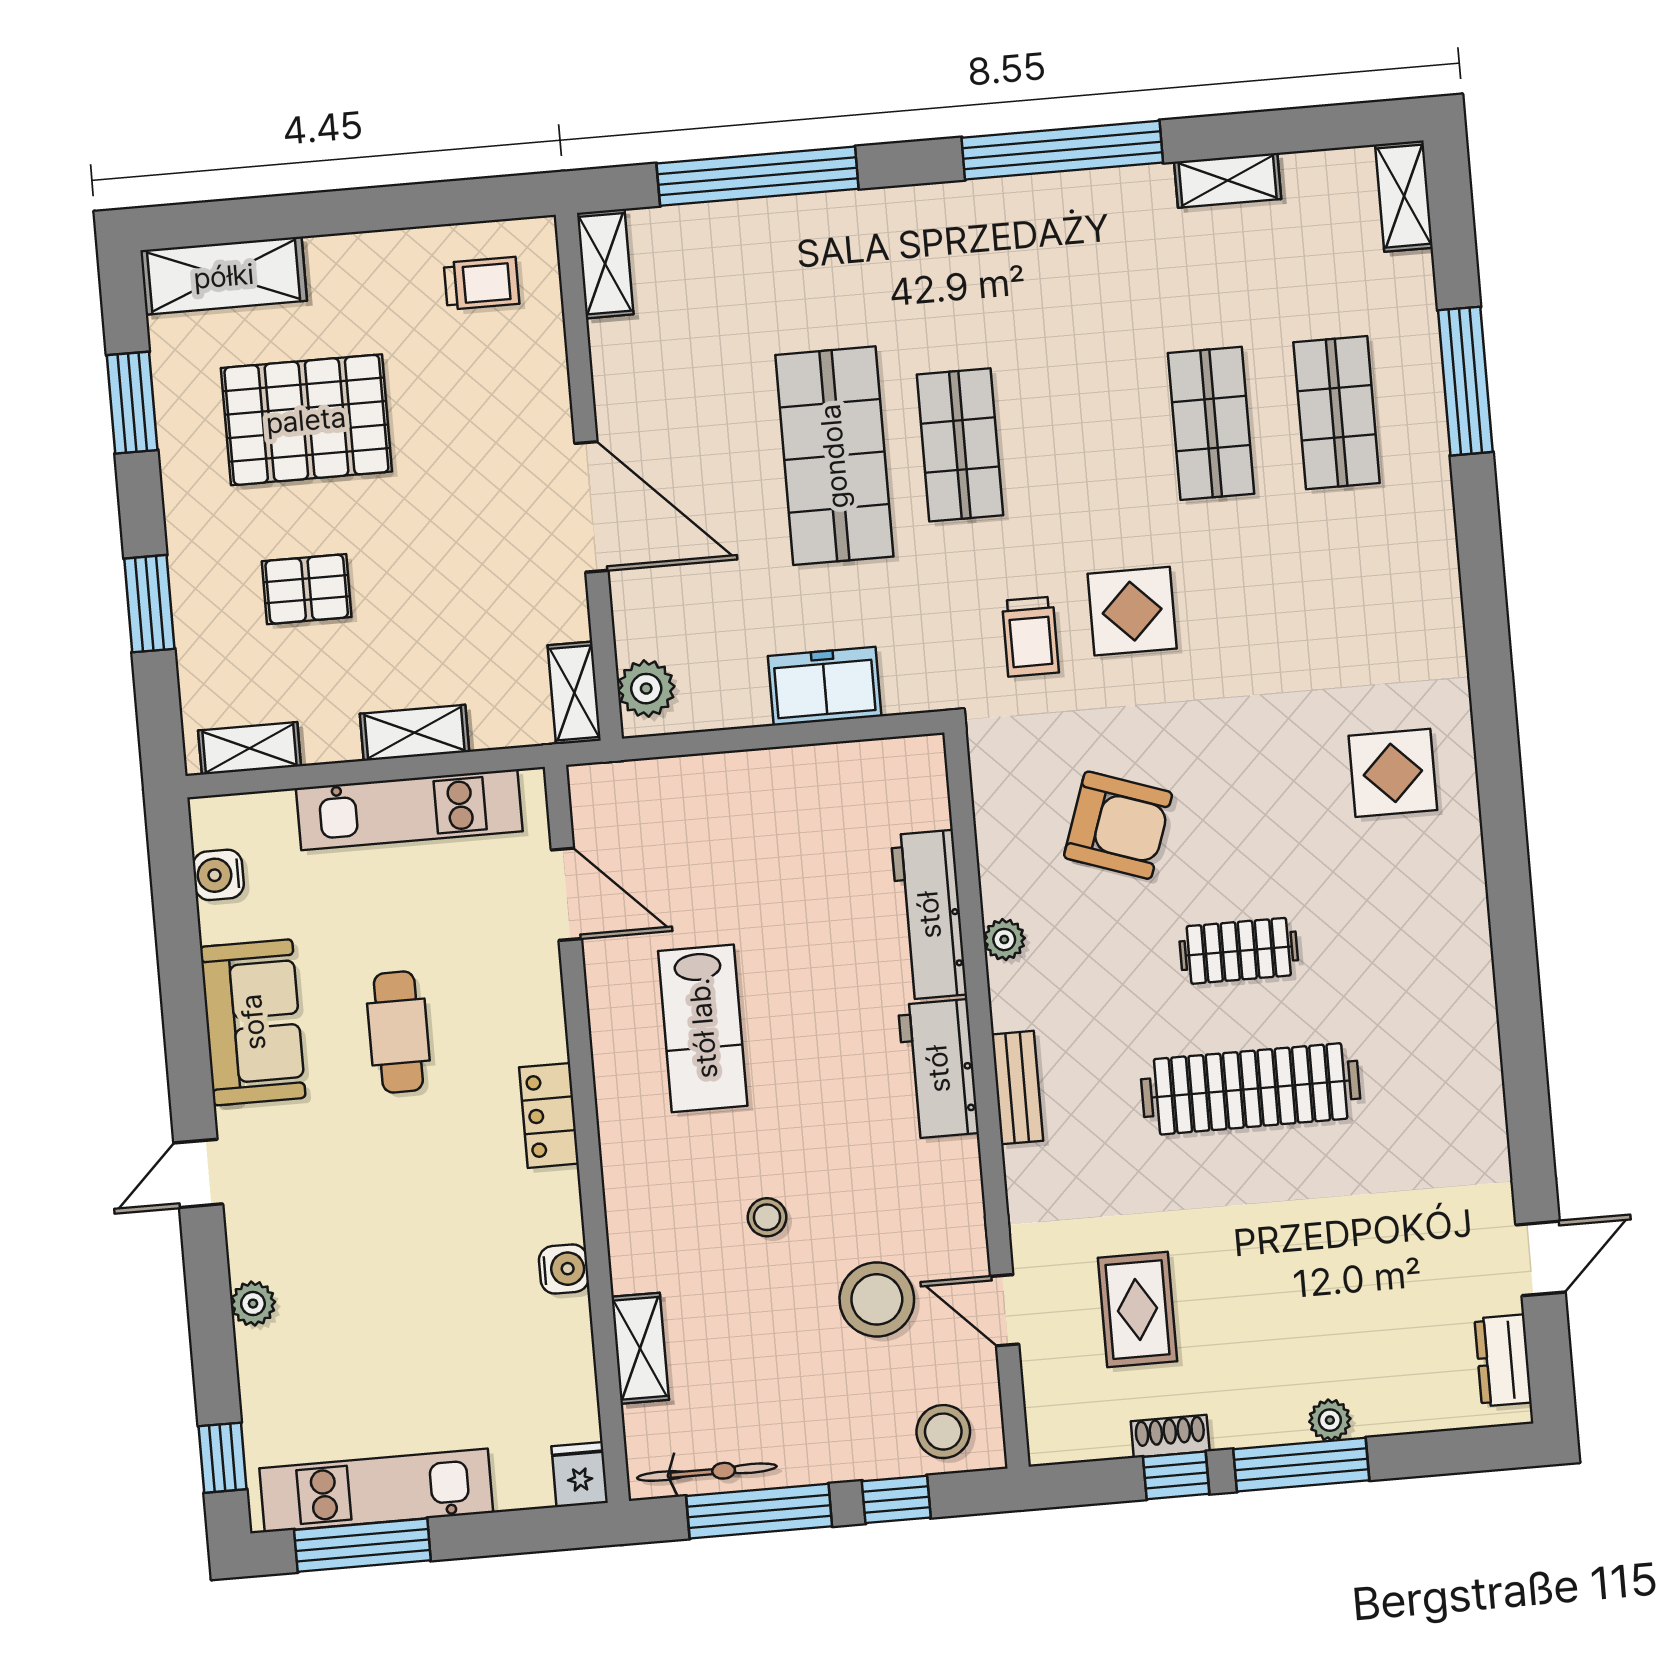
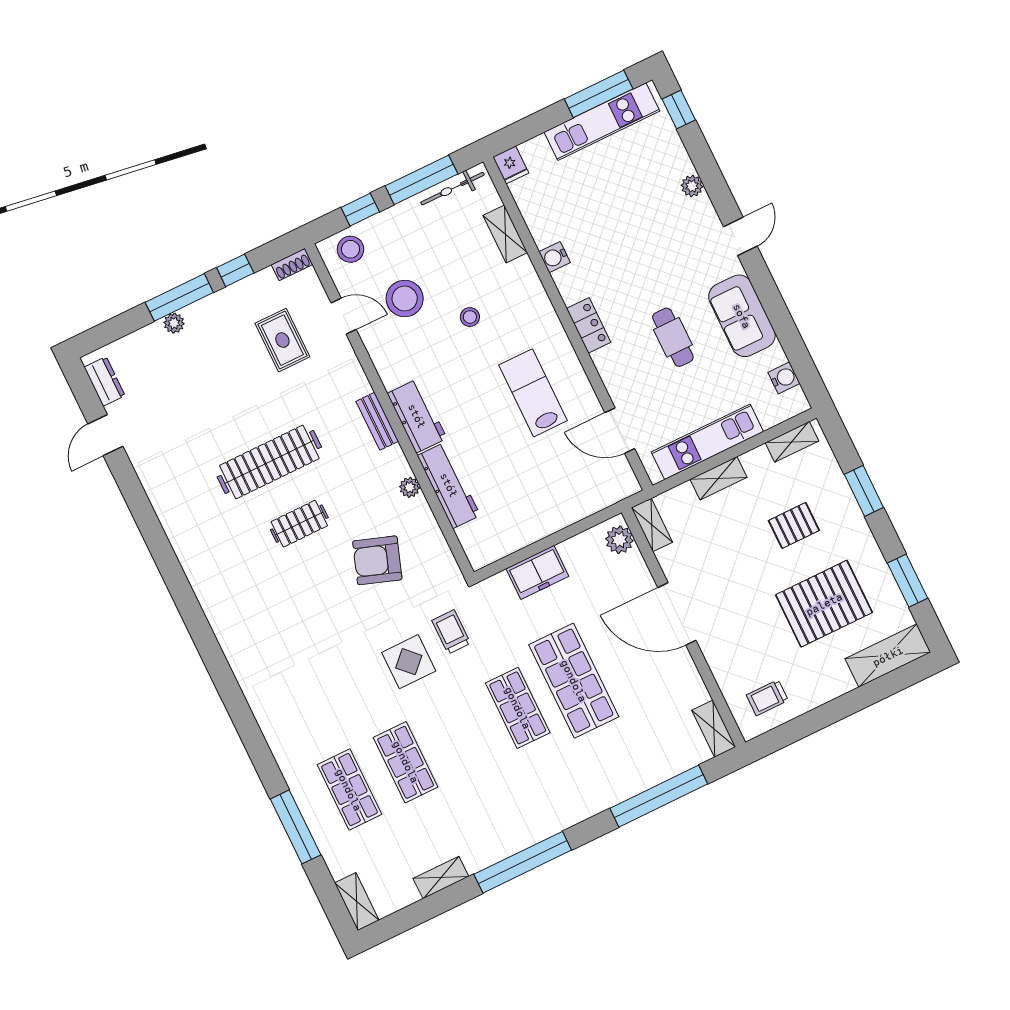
display table: (1393, 773) -> (260, 633), removed
shoe rack: (1170, 1436) -> (292, 265), moved

